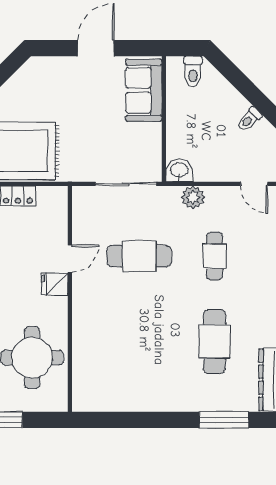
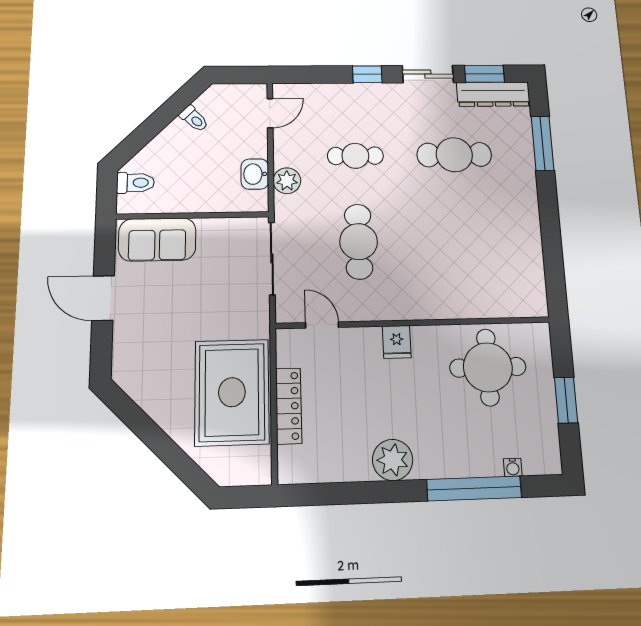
washbasin: (179, 171) -> (255, 174), moved
door: (70, 259) -> (322, 325), moved

